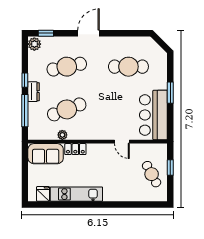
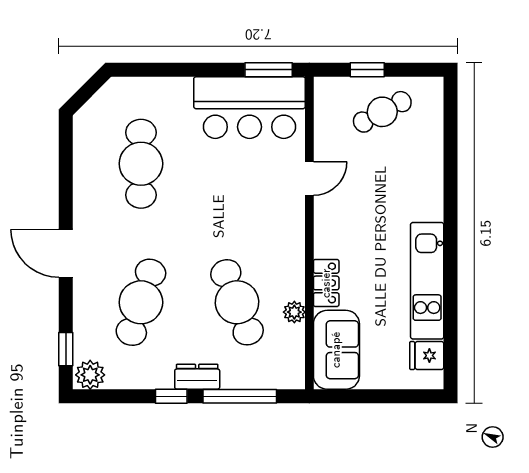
cafe table: (67, 67) -> (141, 302), turned 30
window: (170, 93) -> (269, 70), moved

